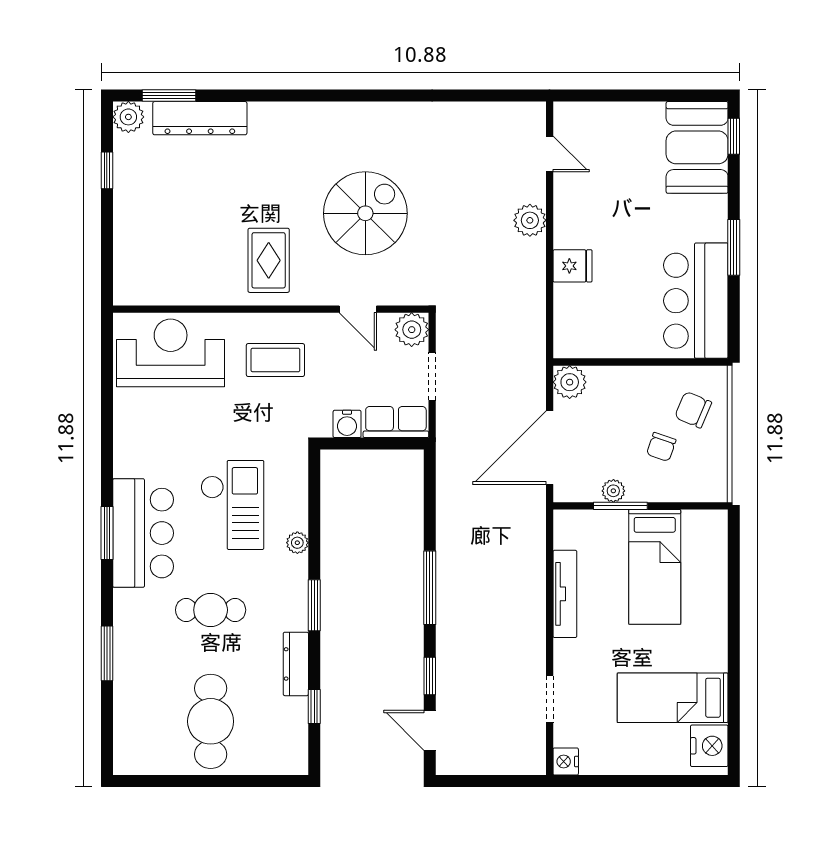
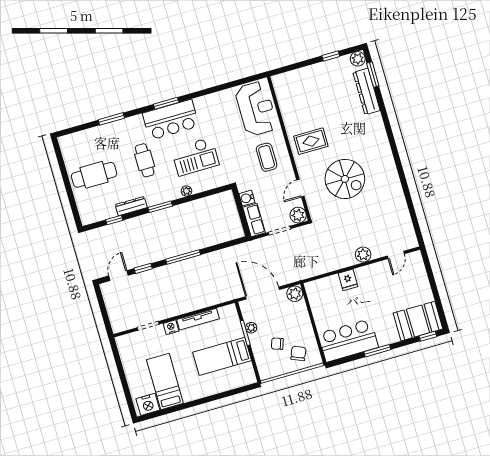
nightstand: (566, 762) -> (171, 327), moved

